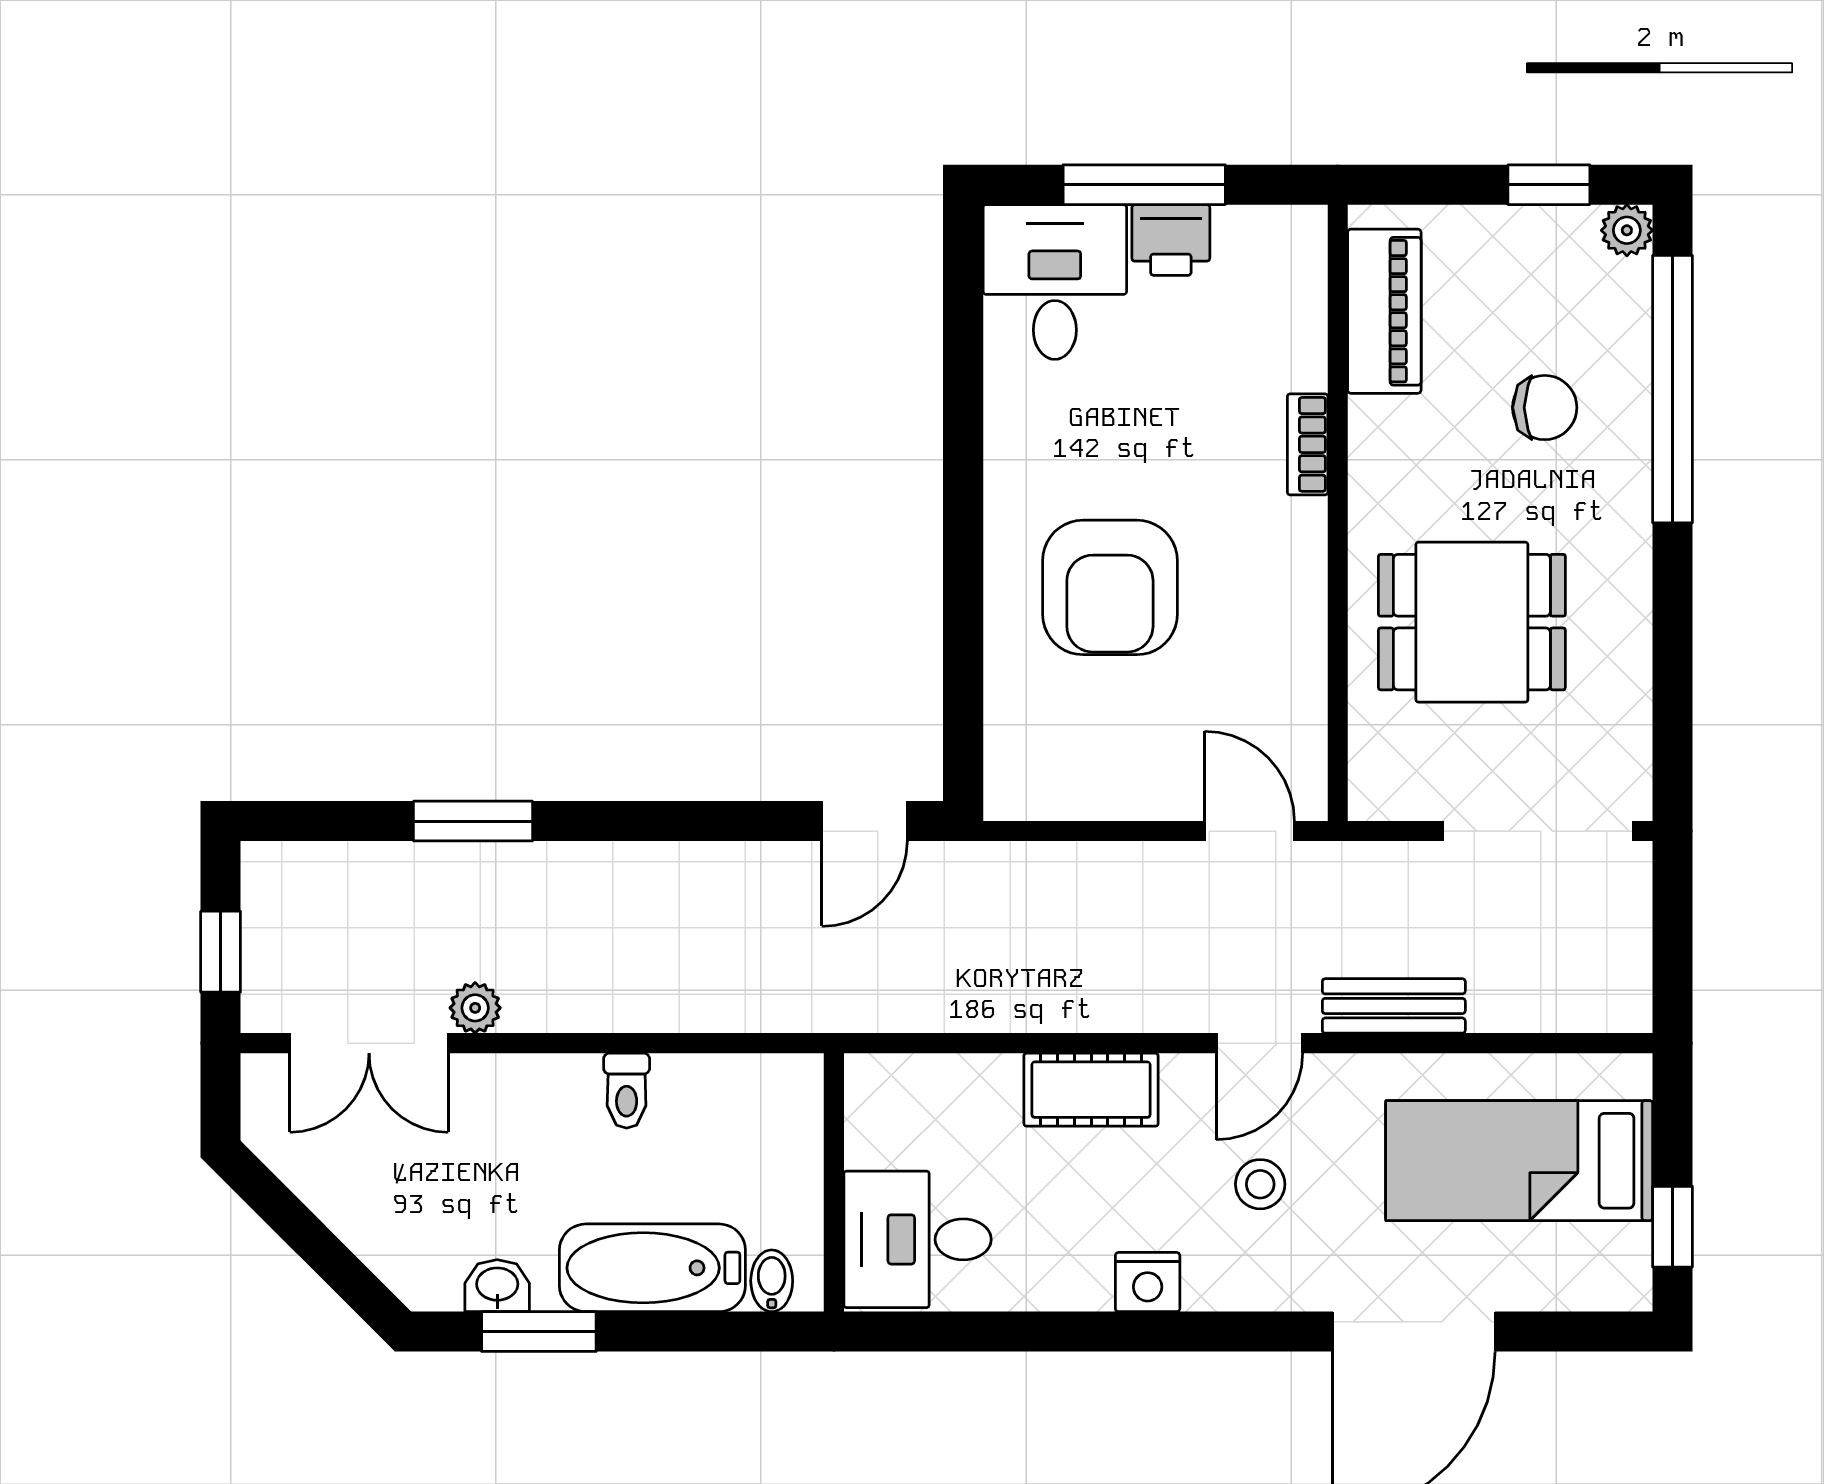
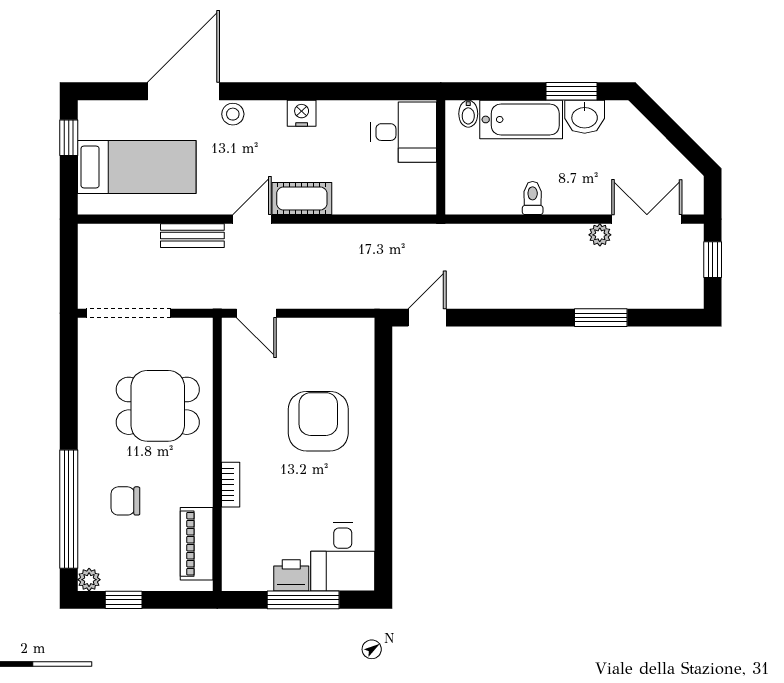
cot: (1091, 1090) -> (302, 198), moved
stool: (1260, 1184) -> (233, 114), moved
washbasin: (497, 1286) -> (585, 117), width x1.38, depth x1.45

